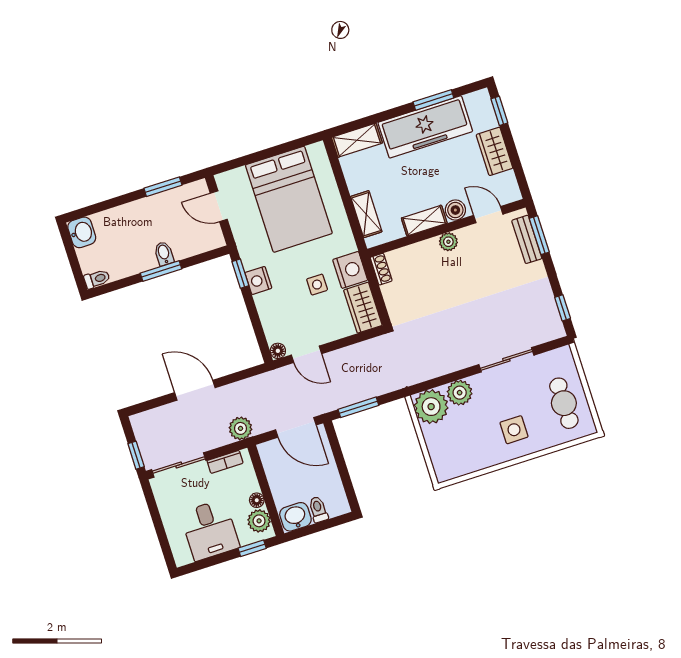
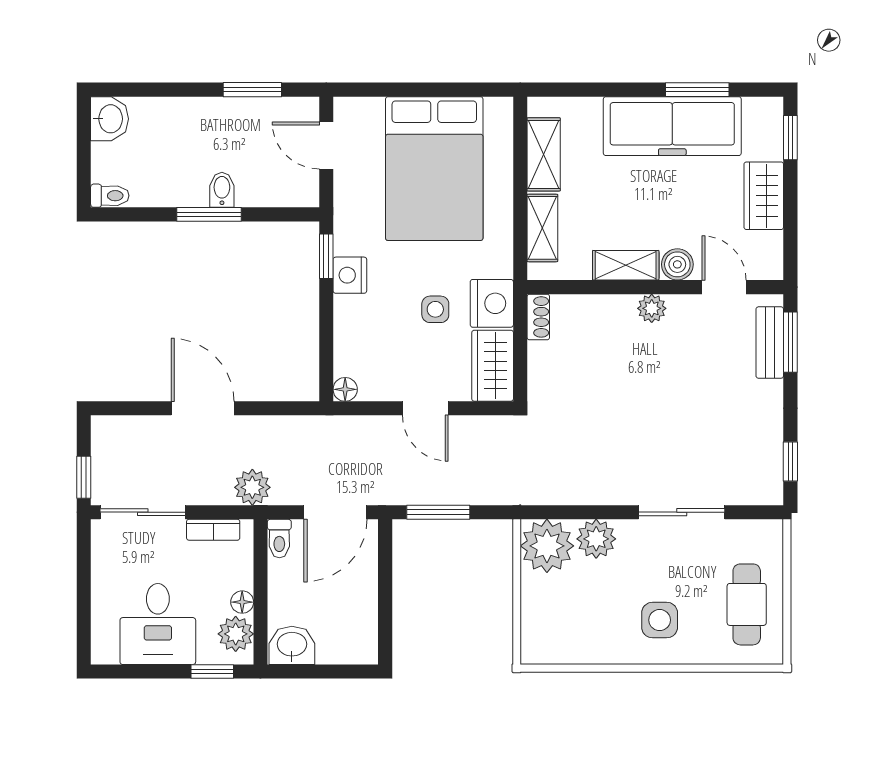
shelving: (357, 140) -> (544, 154), moved, turned 90
door: (306, 354) -> (425, 408), moved
door: (296, 427) -> (335, 512), hinge flipped
toilet: (318, 509) -> (279, 539), moved, turned 180

